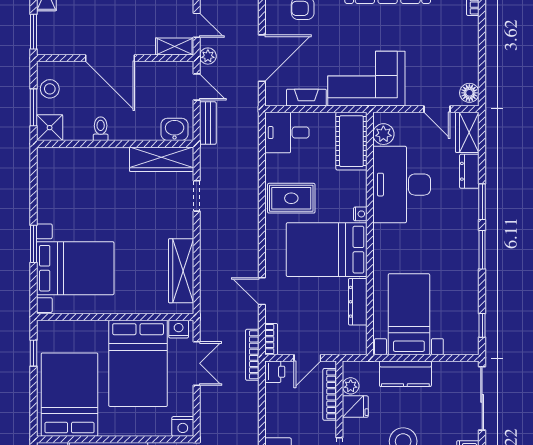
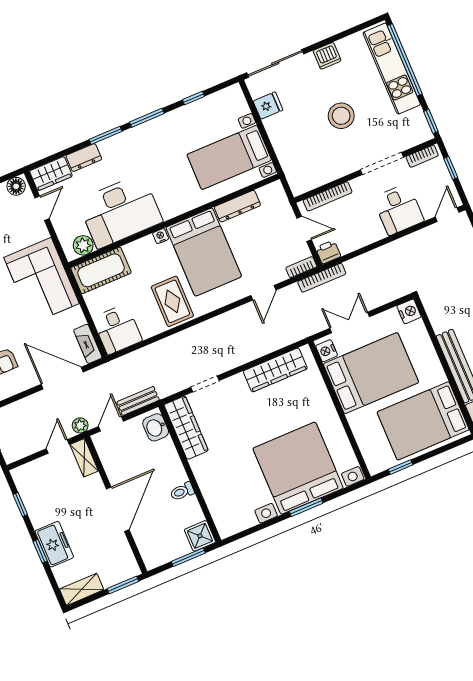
stool: (50, 89) -> (166, 550), removed
fireplace: (306, 98) -> (88, 344), moved
bed with nightstands: (75, 268) -> (298, 468), width x1.36
window: (482, 325) -> (193, 98), moved
kitchen counter: (405, 374) -> (282, 139), removed
plant: (351, 386) -> (313, 181), removed
fridge: (355, 407) -> (268, 106), moved, turned 90

